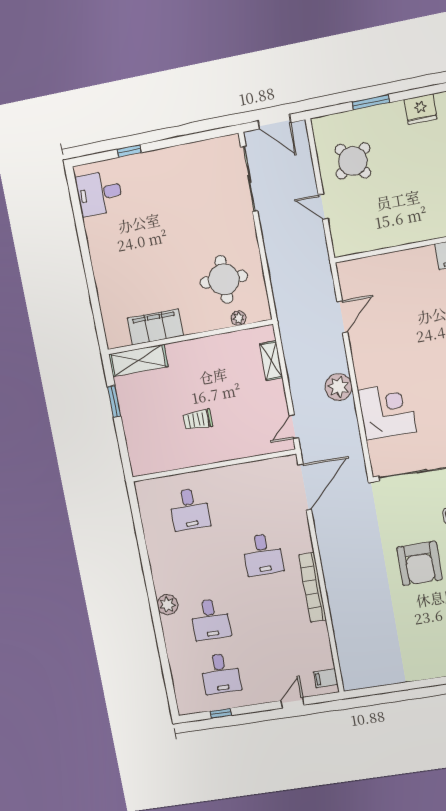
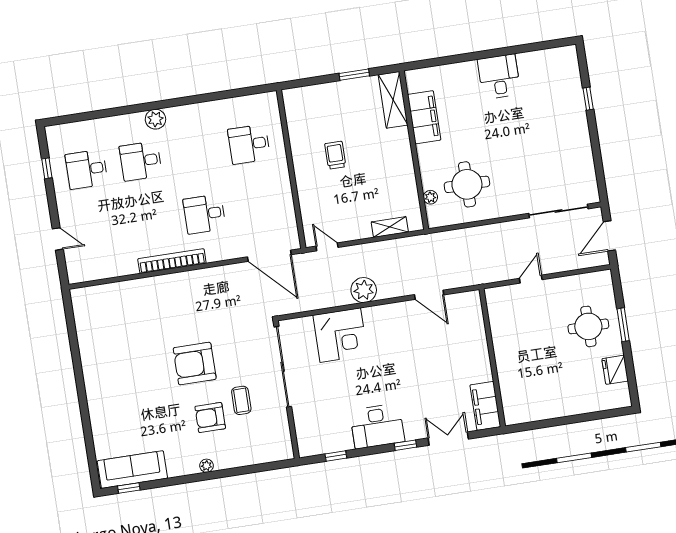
round table: (353, 161) -> (588, 326), moved, turned 37
desk: (99, 193) -> (499, 77), moved
filing cabinet: (326, 678) -> (82, 272), removed

